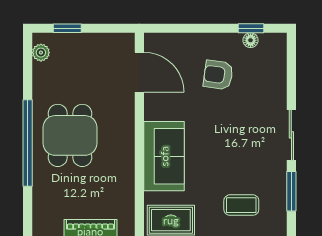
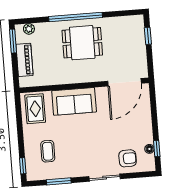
plant: (41, 53) -> (29, 29), moved
door: (139, 72) -> (124, 82), width x1.36
armchair: (218, 75) -> (128, 158), moved, turned 81
sliding door: (291, 135) -> (105, 178), moved

